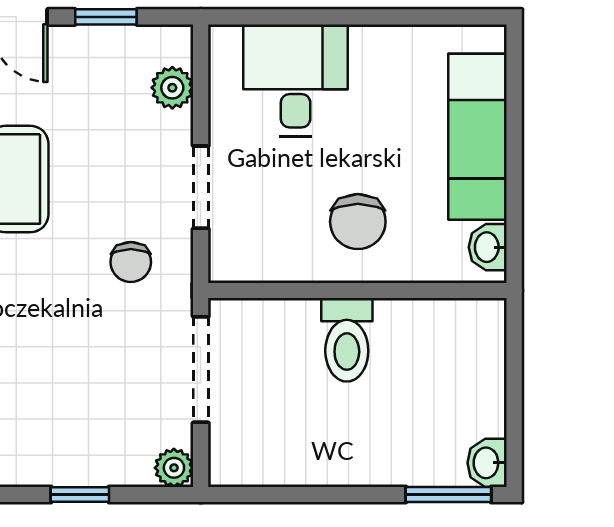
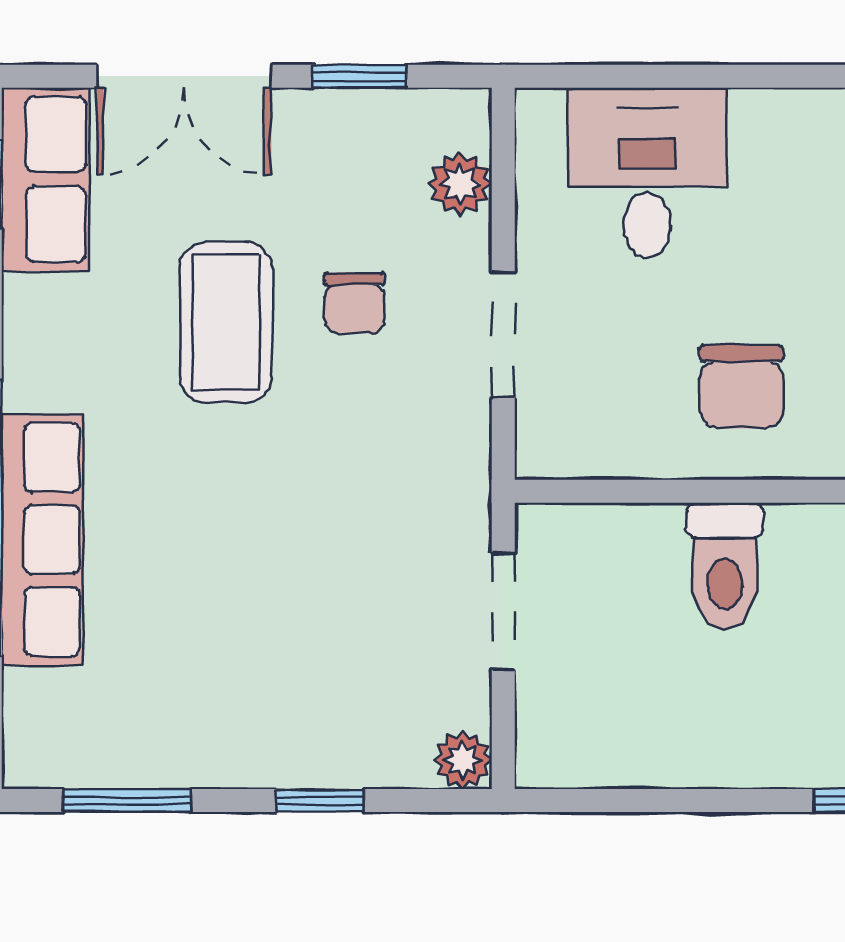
chair: (131, 262) -> (354, 303), moved
doorway: (201, 370) -> (503, 611), width x0.73

